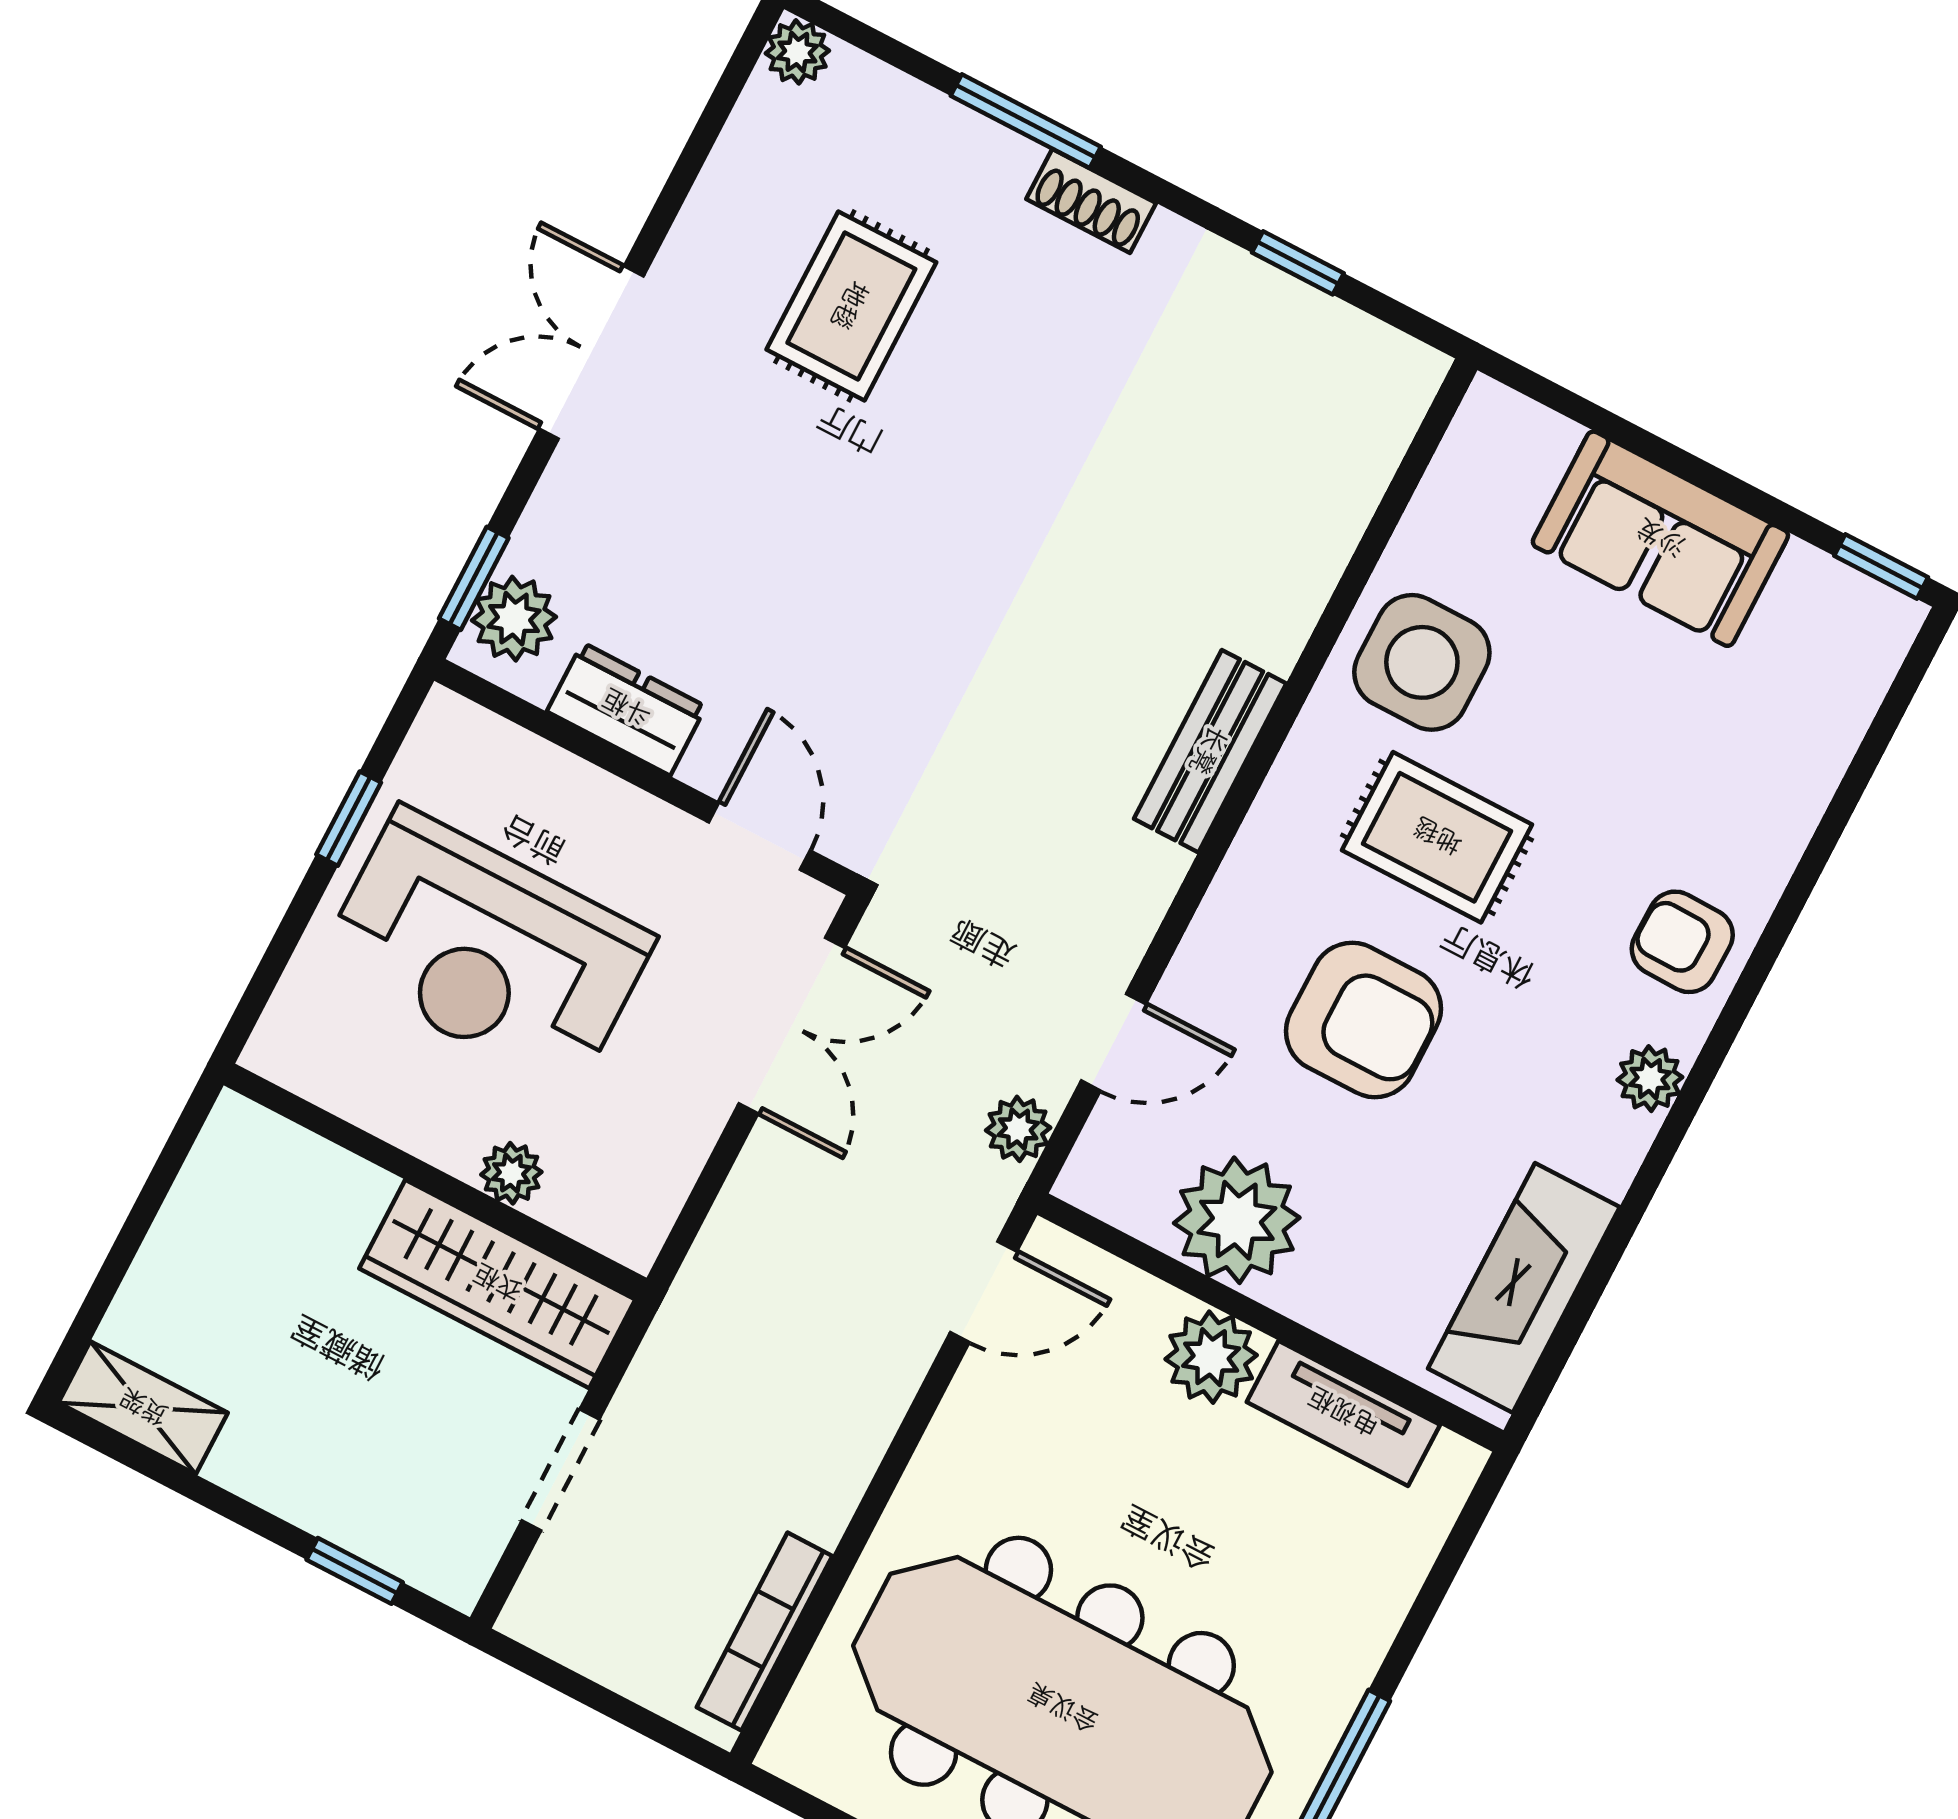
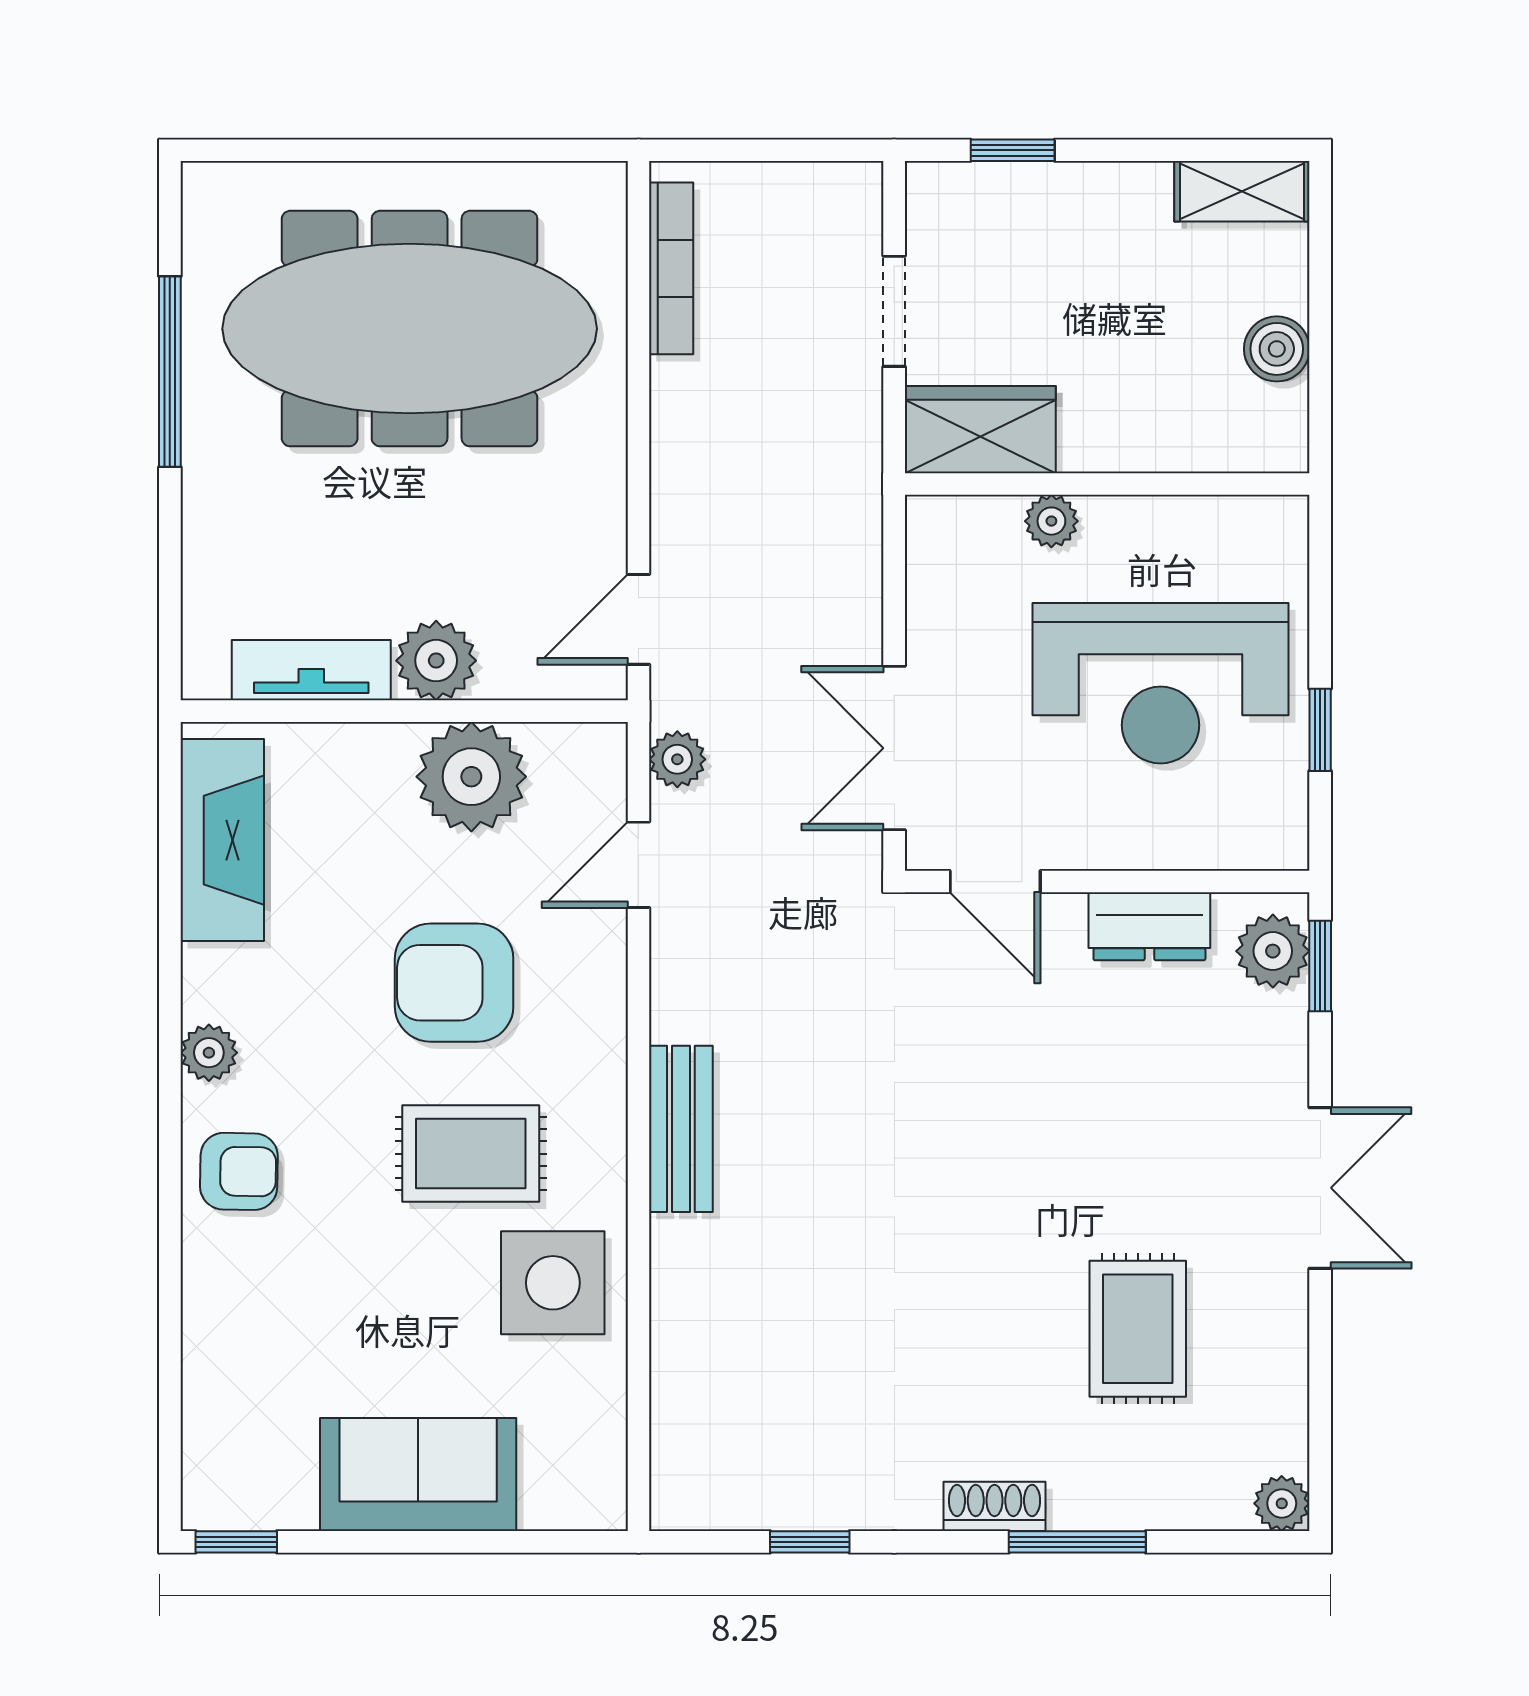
reception desk: (486, 950) -> (1161, 683), turned 180
boiler: (191, 1229) -> (1277, 349), added
wardrobe: (497, 1284) -> (980, 430), width x0.67

